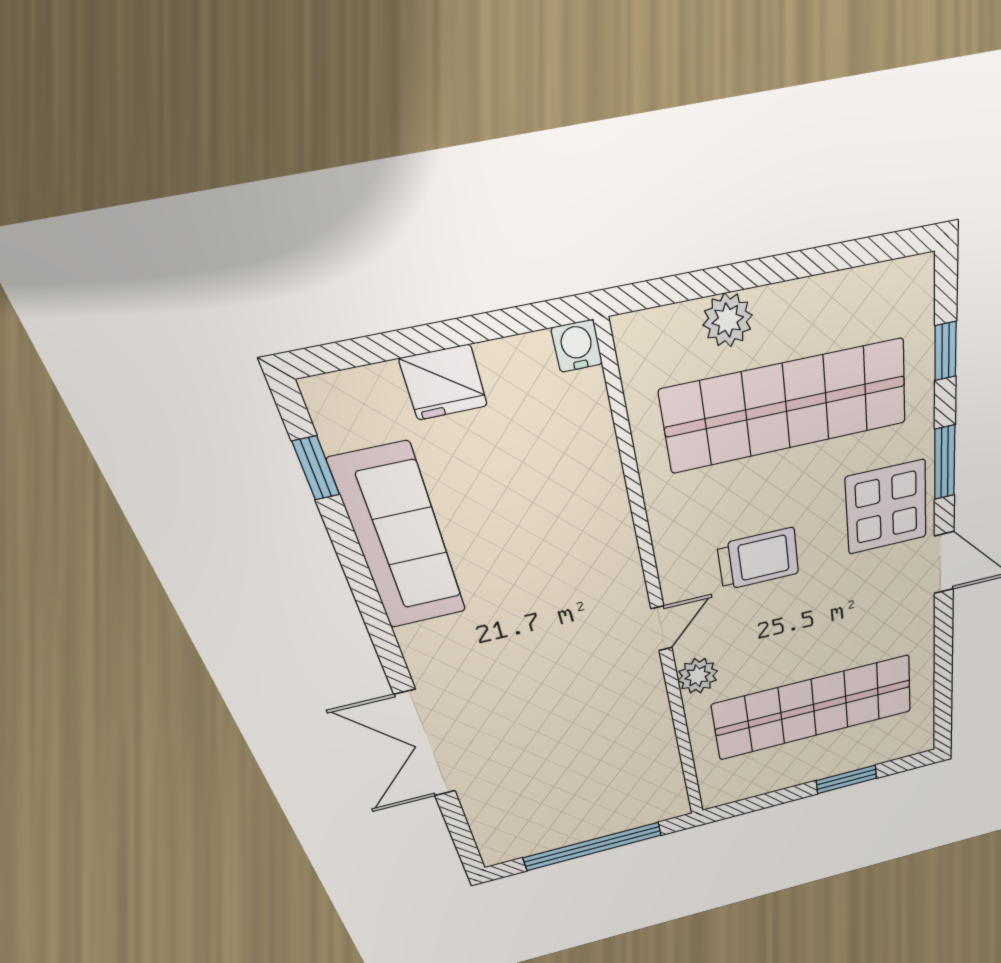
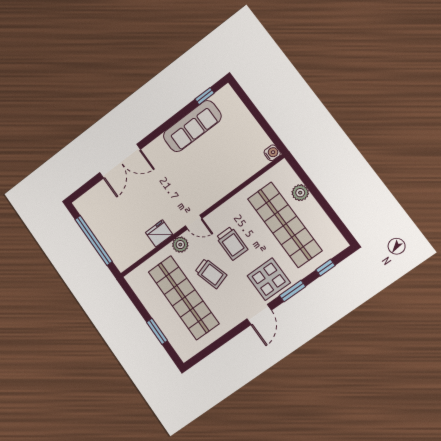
fridge: (444, 383) -> (159, 233), moved, turned 90
trolley: (798, 633) -> (211, 273), added
double door: (426, 744) -> (120, 161), swing flipped

